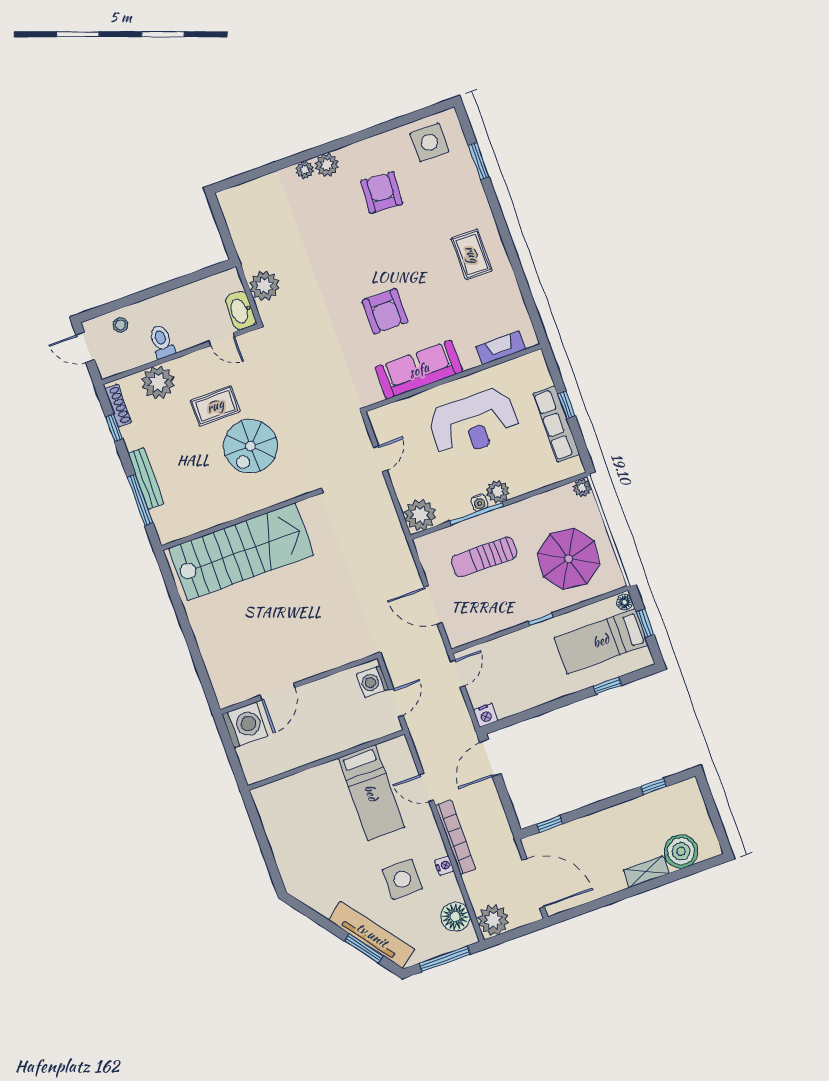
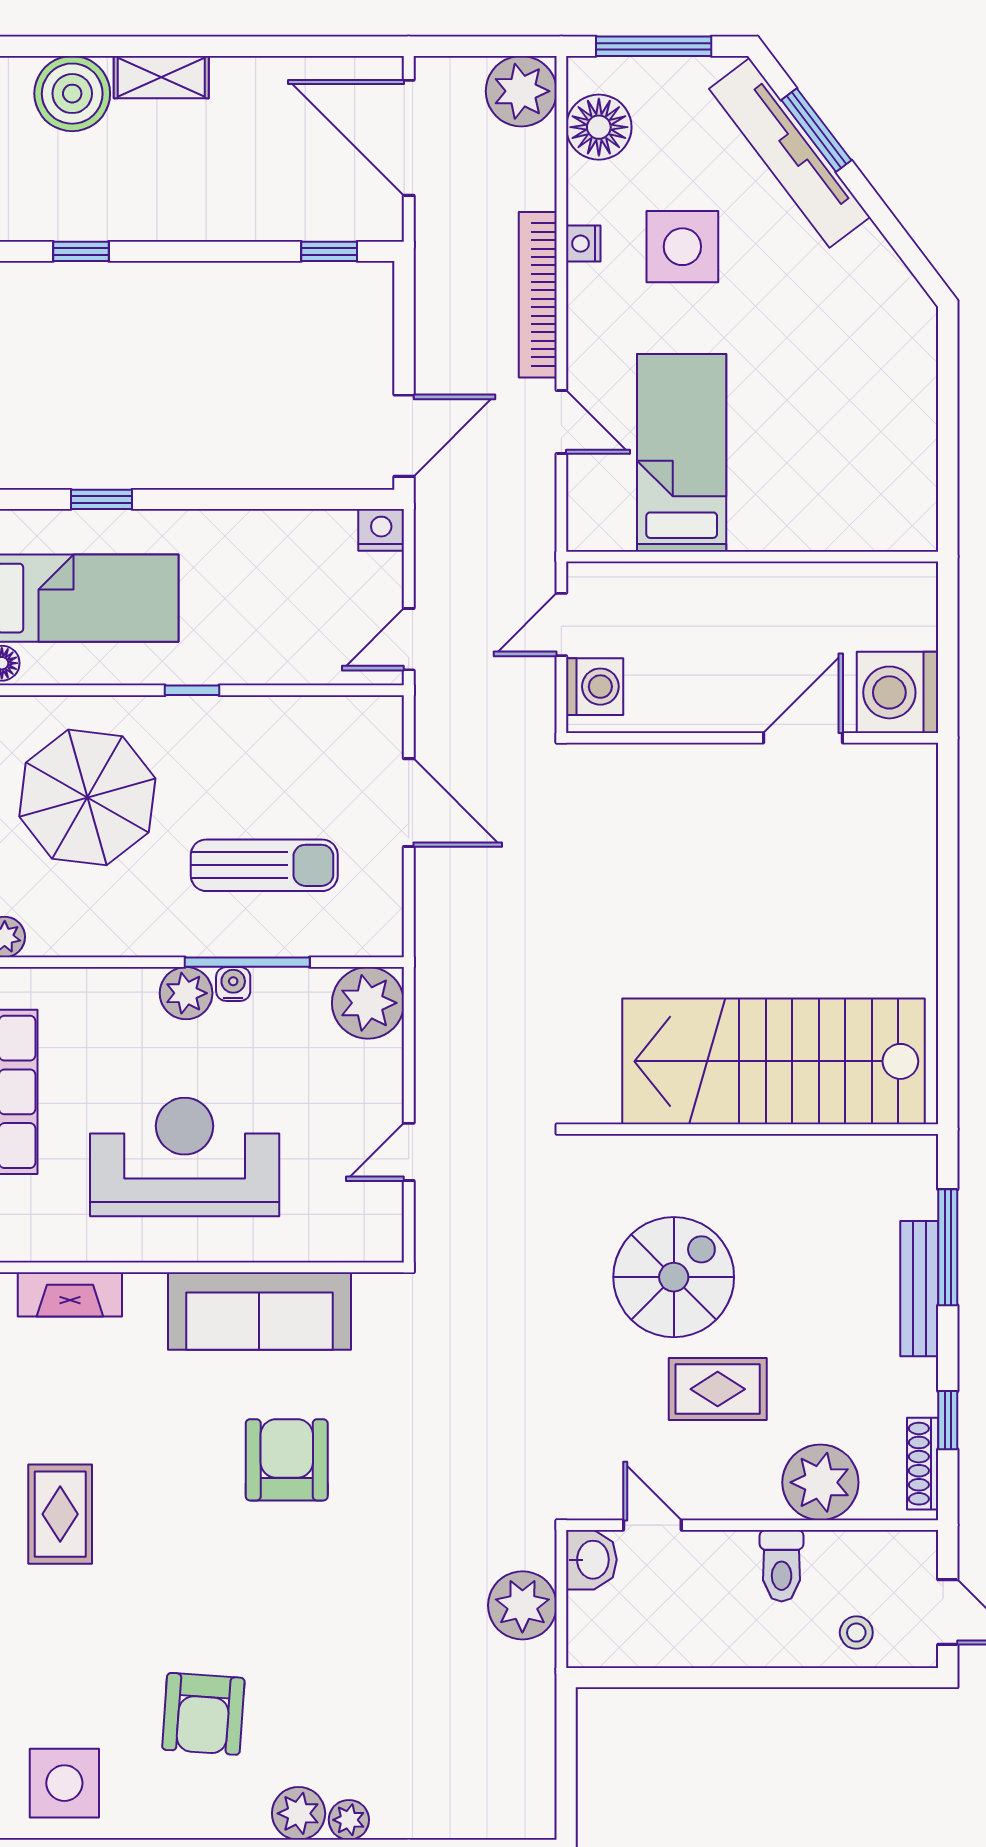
washbasin: (241, 311) -> (591, 1560), width x0.72

